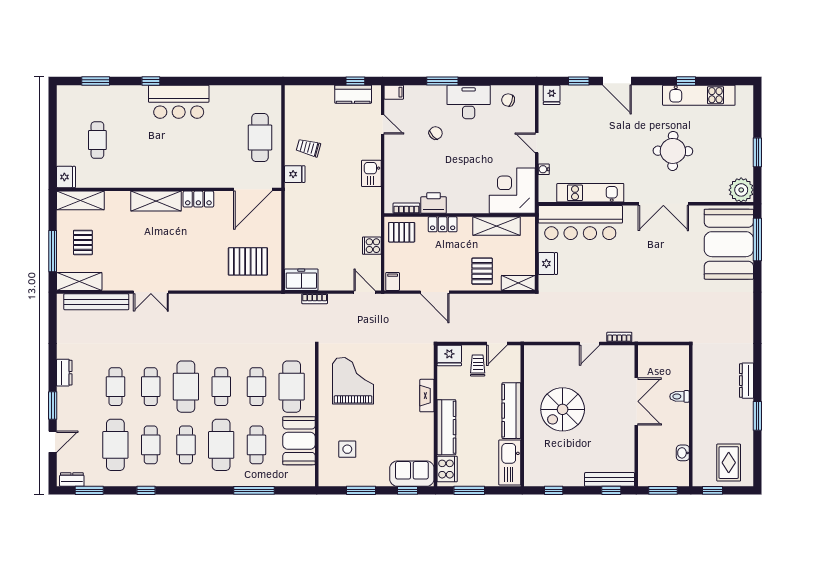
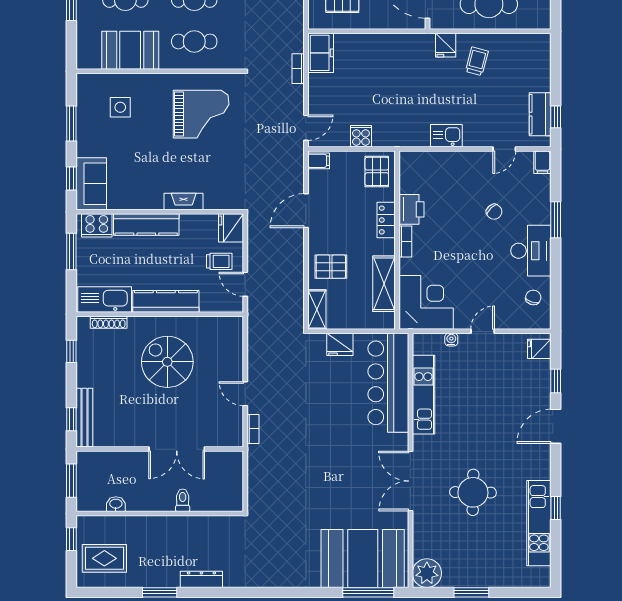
bookcase: (406, 208) -> (405, 241), moved
cafe table: (292, 387) -> (194, 41), width x0.73, depth x0.74
shoe rack: (529, 459) -> (109, 322), added

